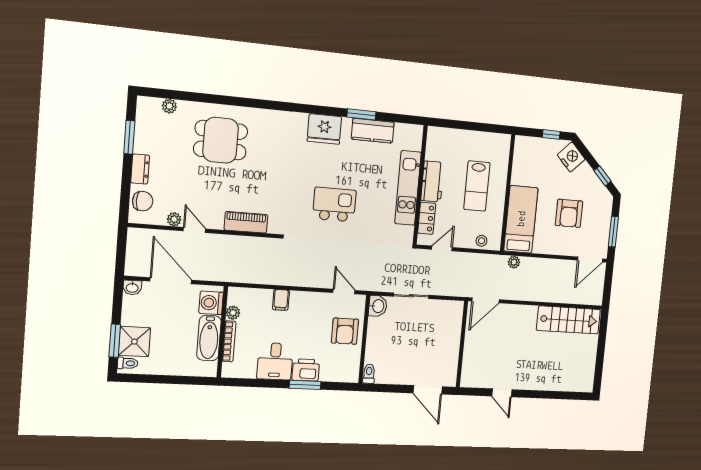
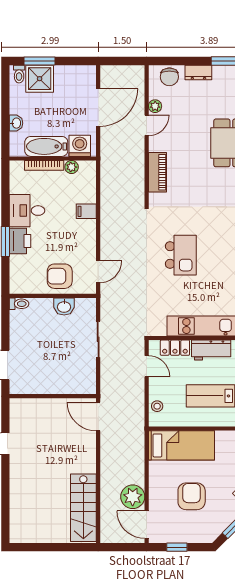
armchair: (569, 213) -> (192, 496), turned 90
window: (613, 232) -> (177, 547), width x0.67
plant: (514, 262) -> (133, 497), moved, width x1.88, depth x1.88
washbasin: (132, 288) -> (16, 123), moved, turned 180
washbasin: (378, 306) -> (64, 307), moved

